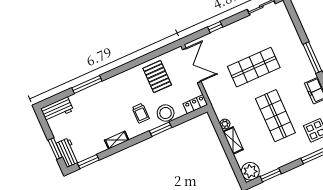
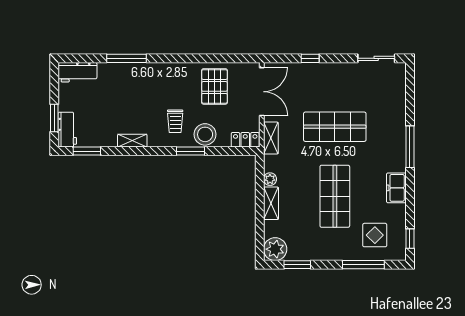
shelving: (213, 95) -> (271, 138), added

